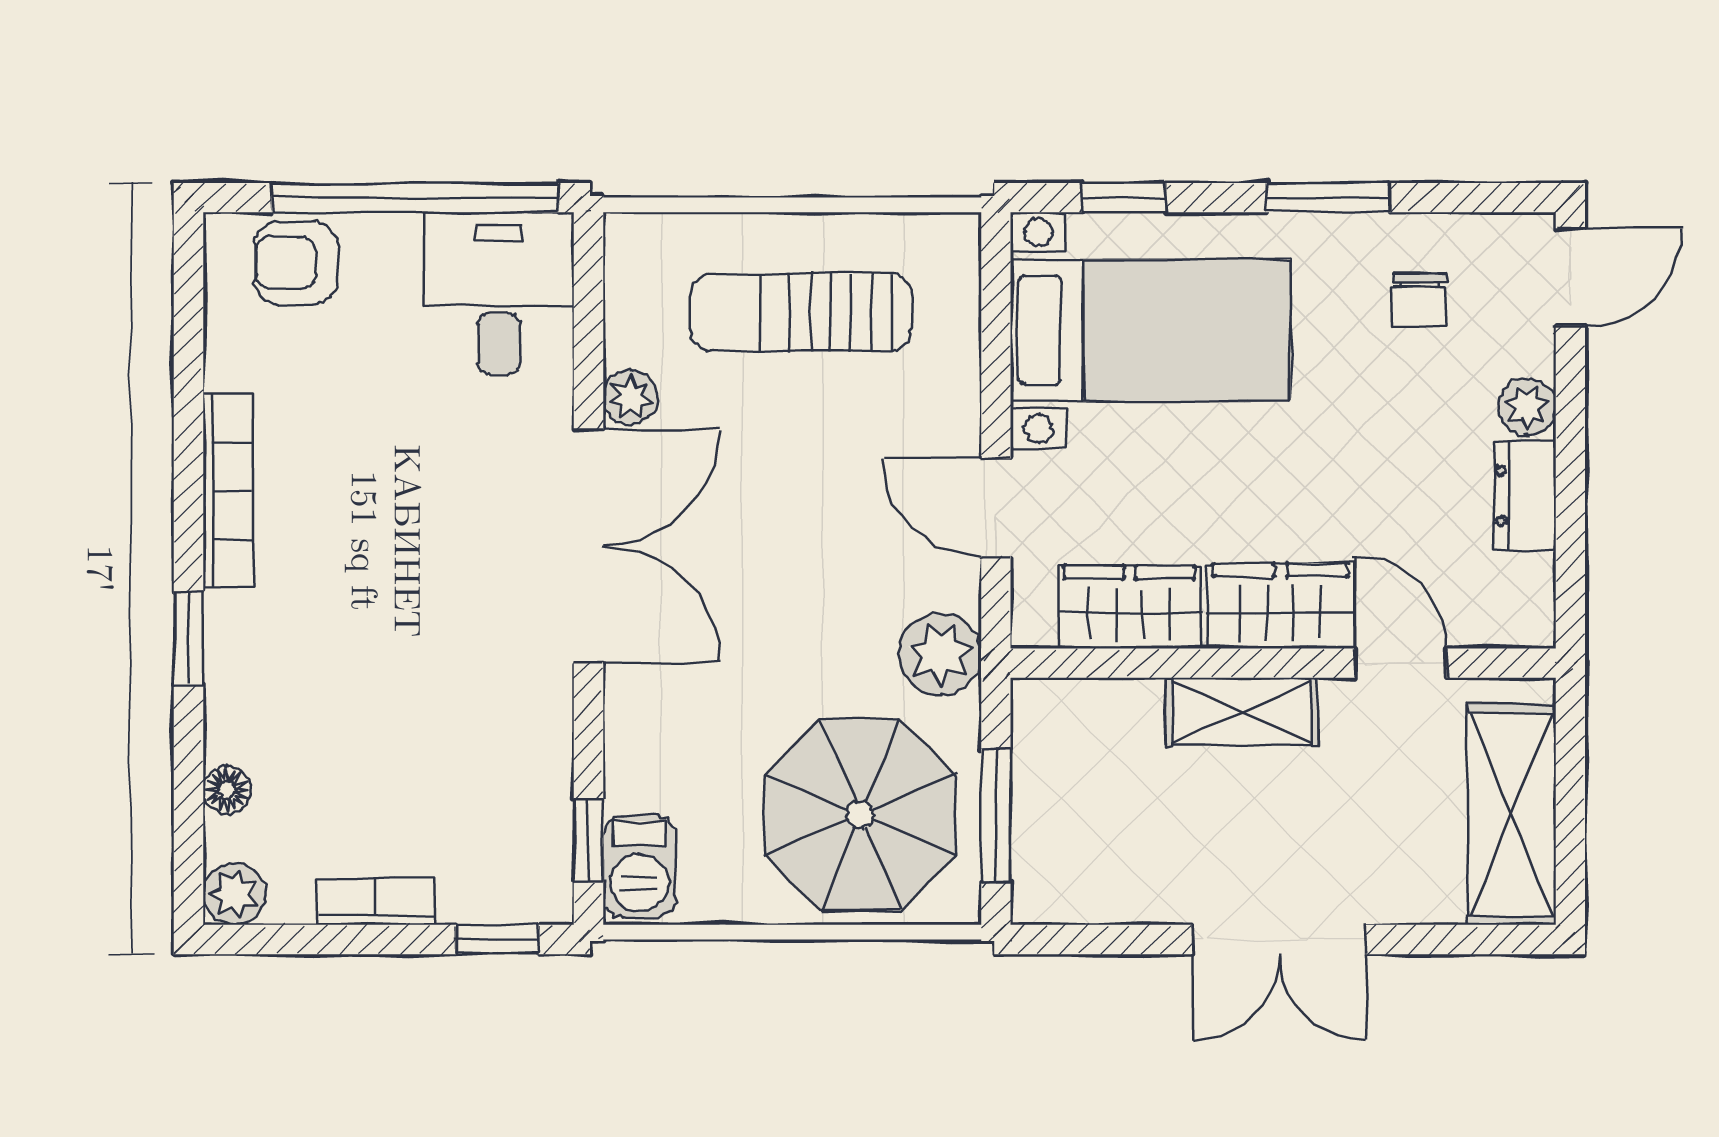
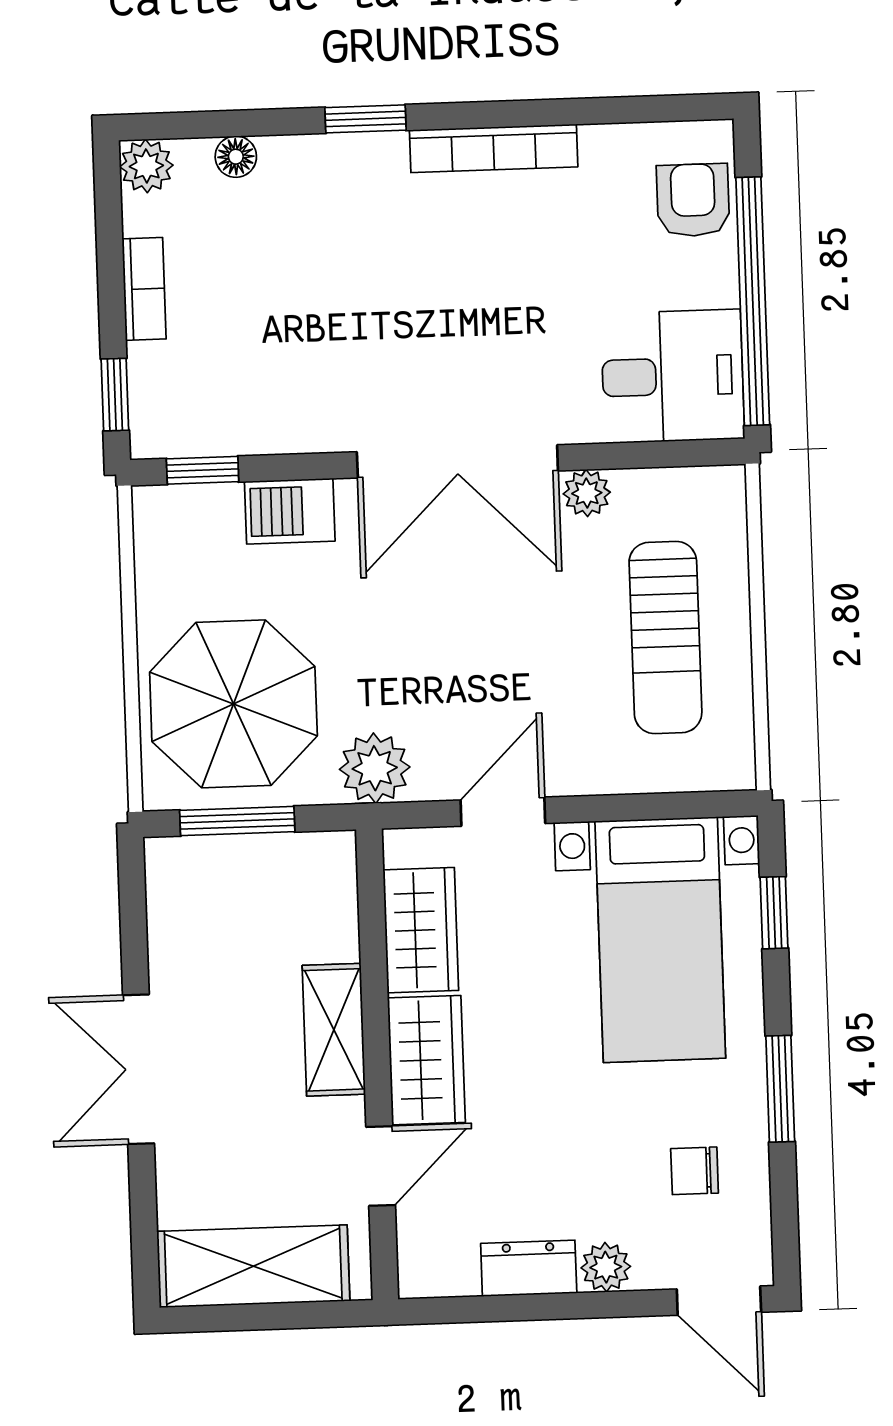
sun lounger: (801, 312) -> (665, 637), turned 180
barbecue: (639, 866) -> (290, 511), moved

